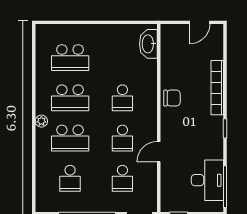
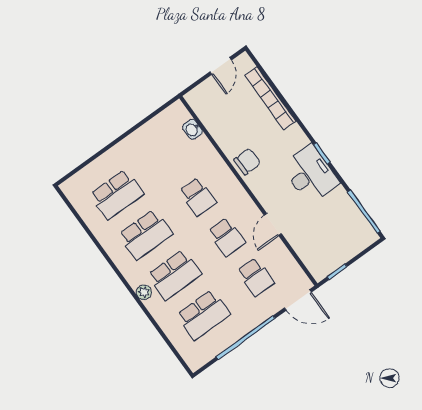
washbasin: (148, 44) -> (192, 129), width x0.52, depth x0.69
bookcase: (217, 88) -> (270, 98), moved
plant: (41, 121) -> (144, 292), moved
school desk: (70, 178) -> (203, 315), width x1.85
desk: (207, 180) -> (310, 174), moved

